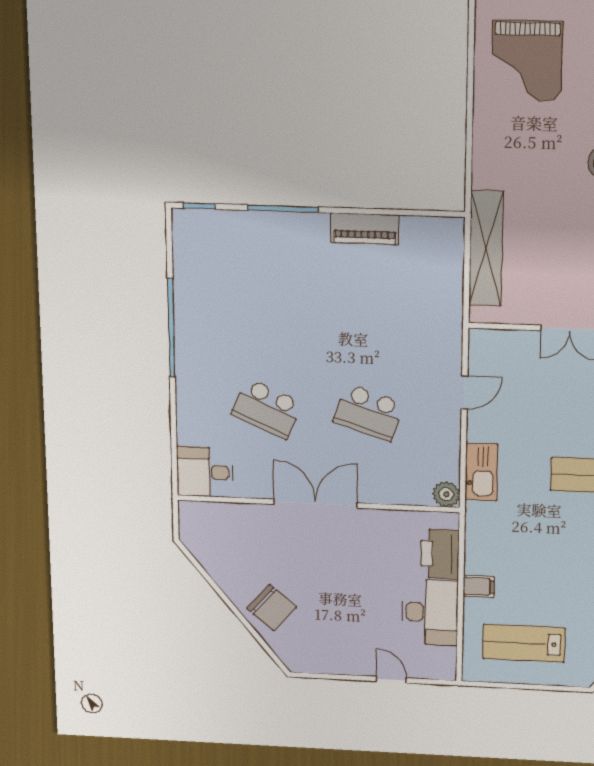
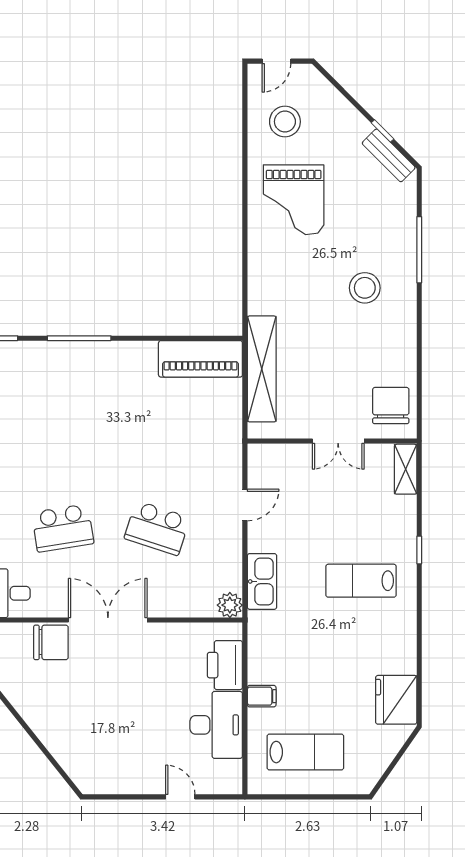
piano: (365, 229) -> (200, 359), moved, width x1.37, depth x1.33
school desk: (267, 408) -> (63, 528), turned -33
chair: (272, 608) -> (51, 642), moved, turned -41
lab bench: (524, 643) -> (305, 752), turned 180

